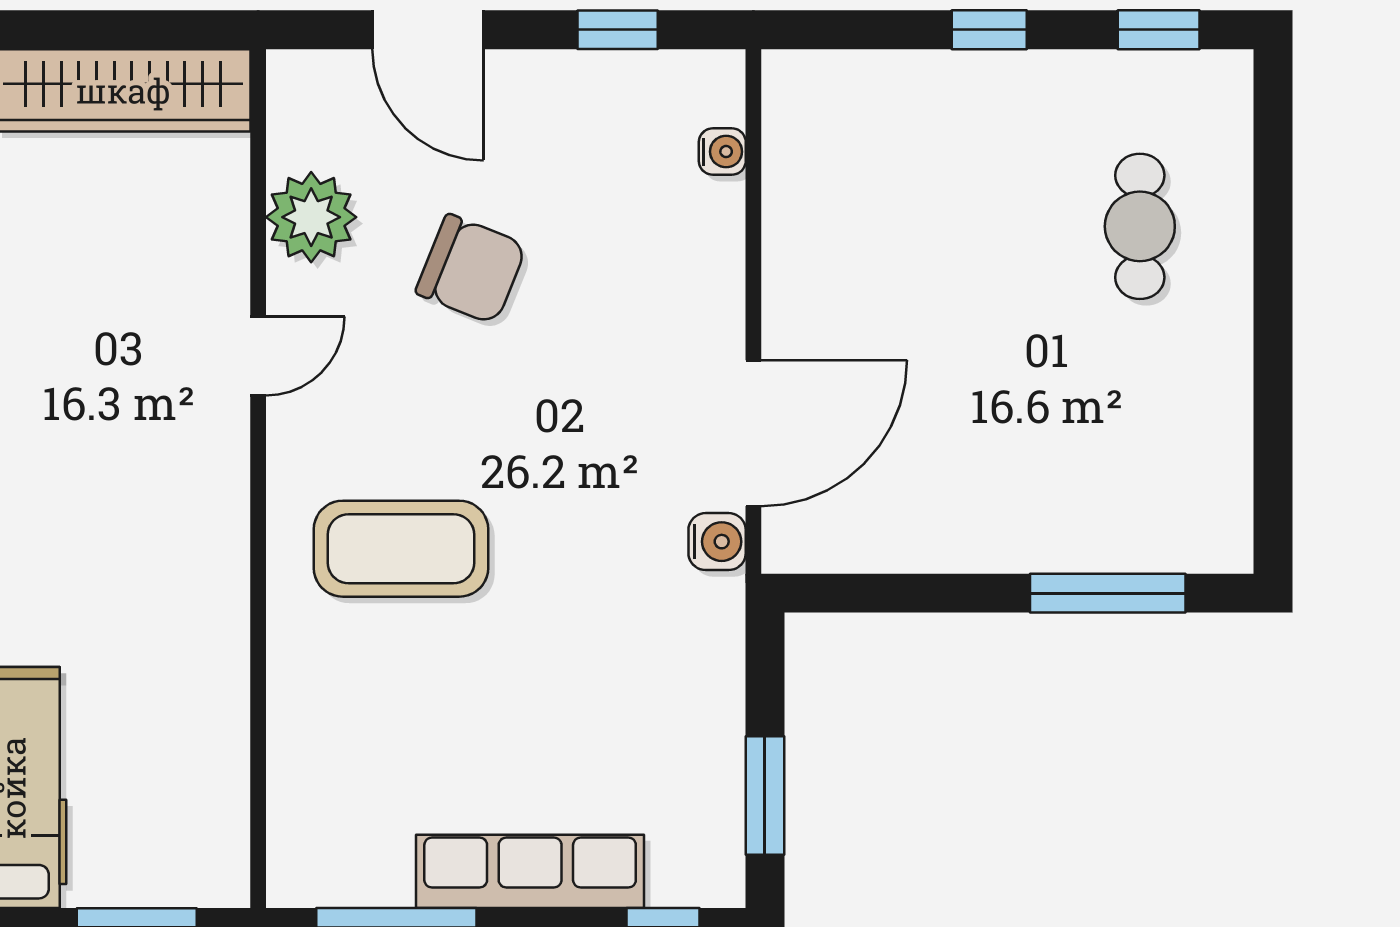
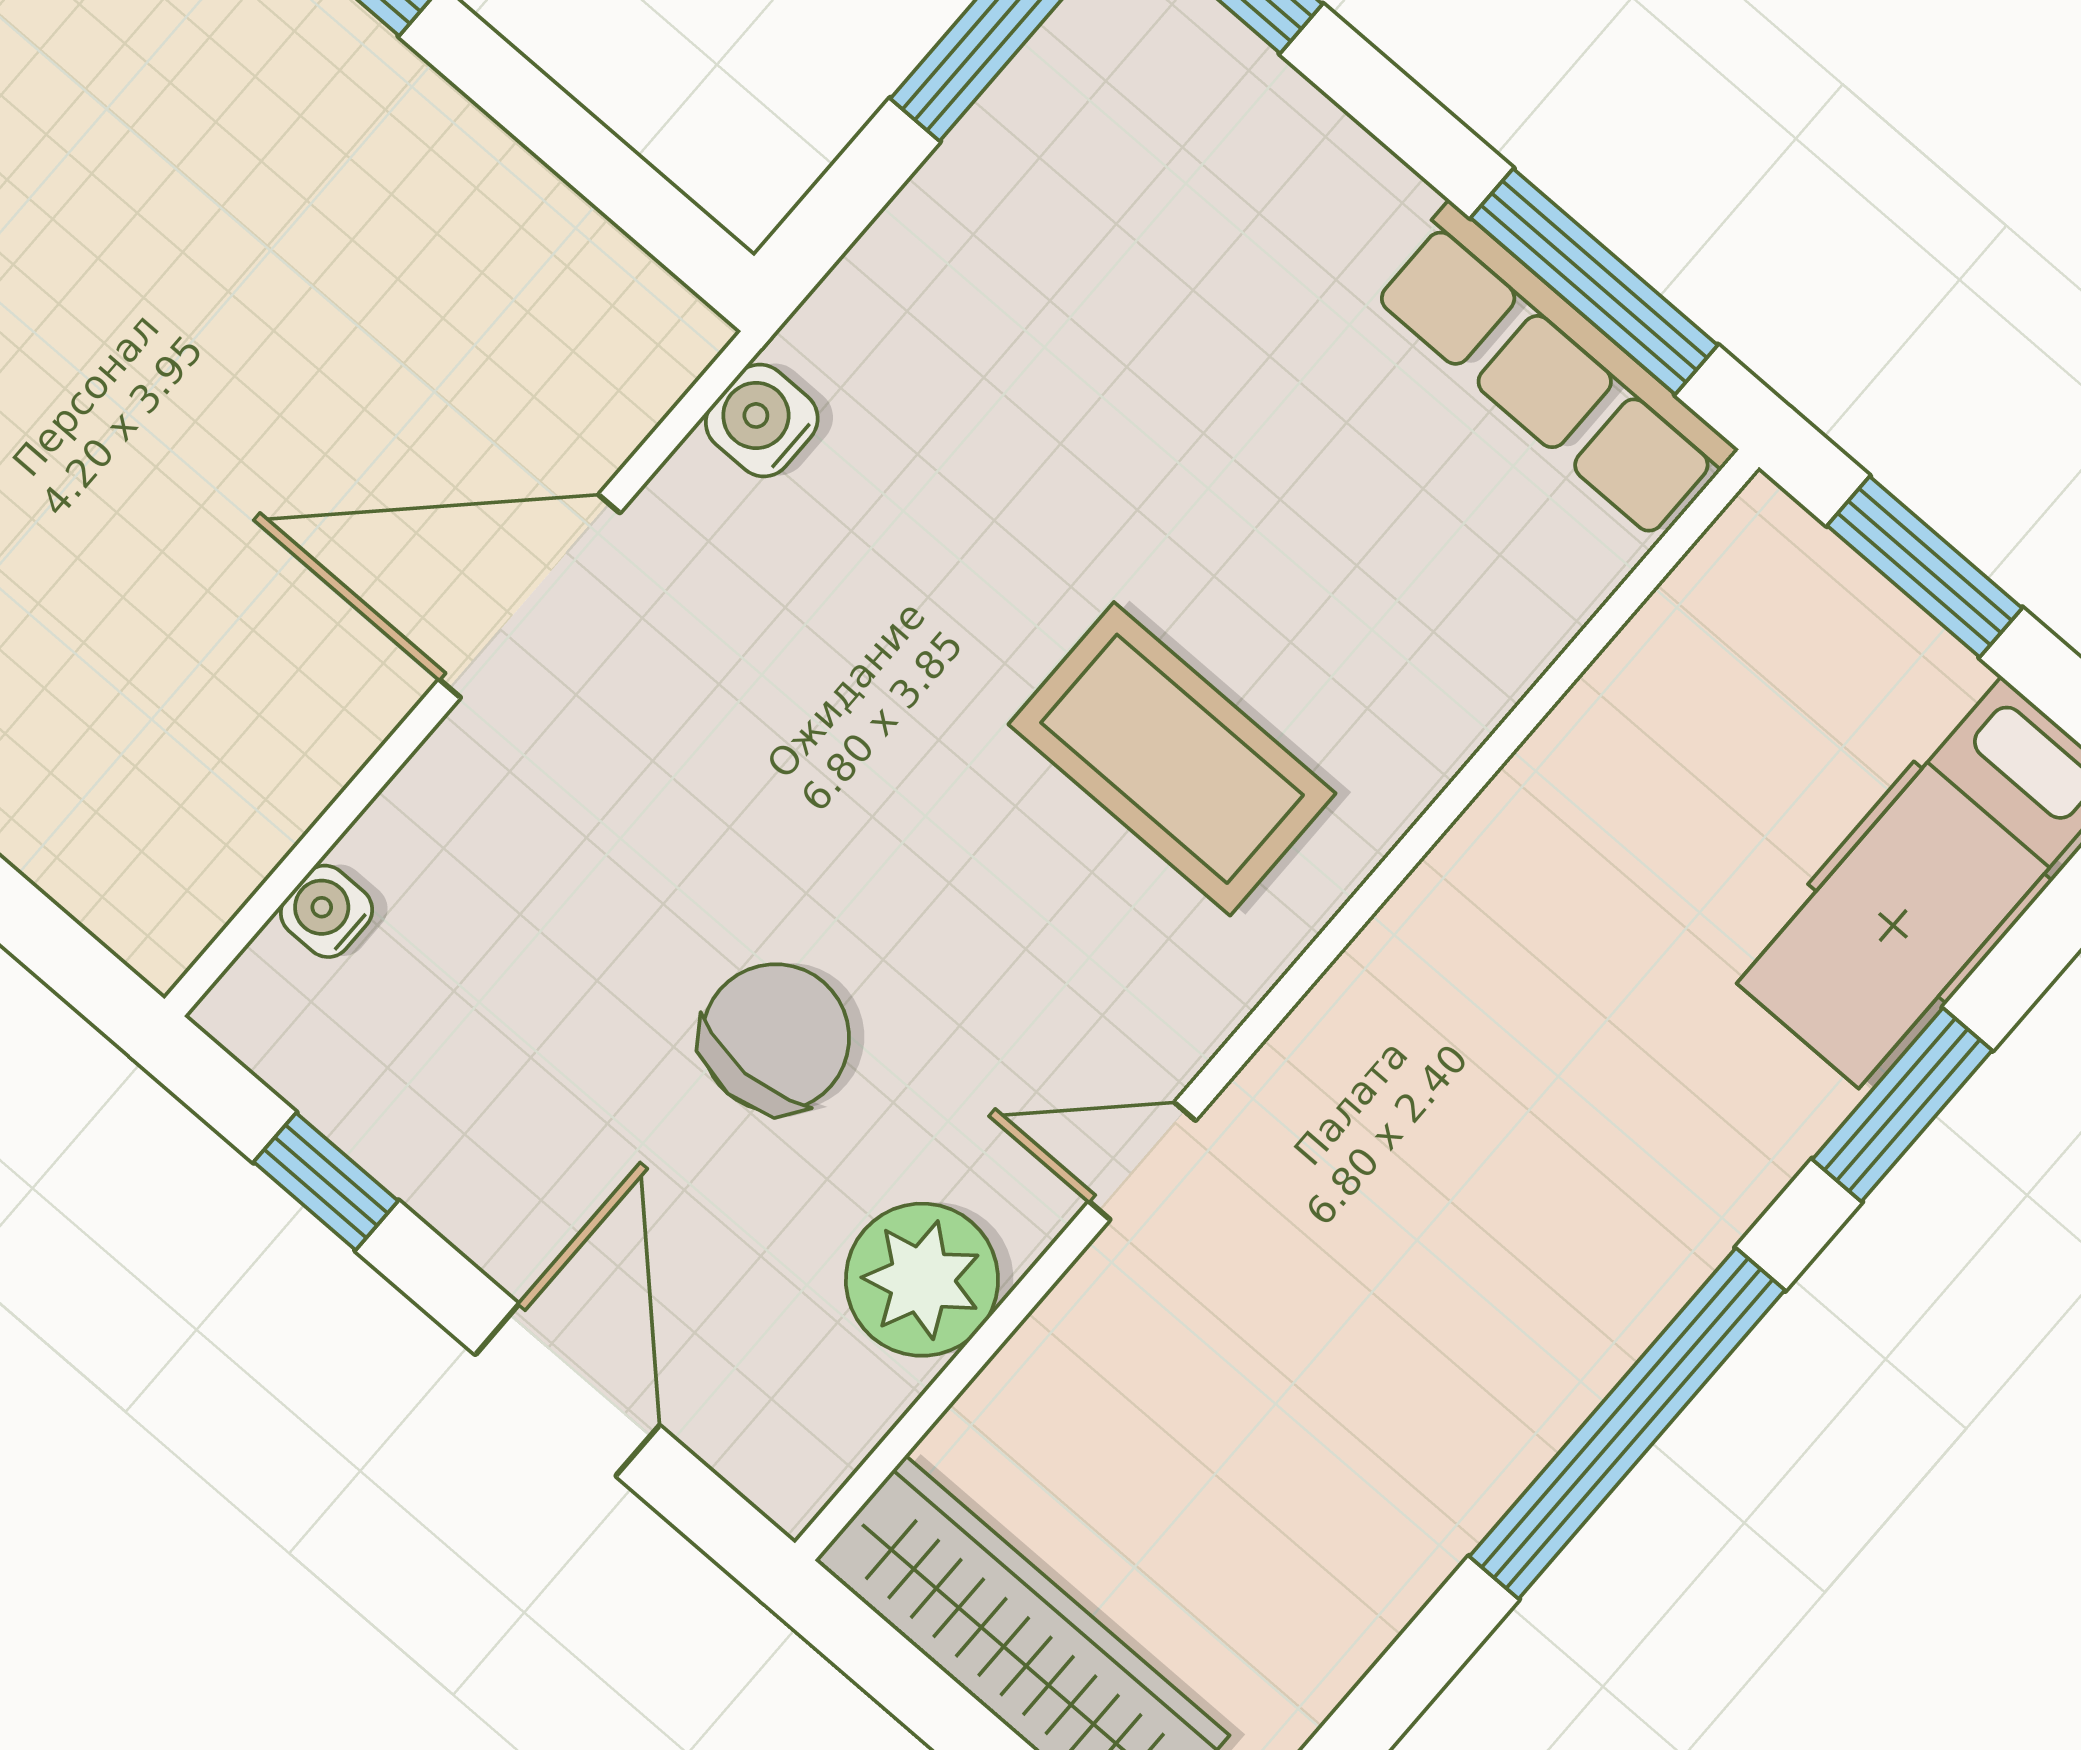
chair: (471, 269) -> (776, 1038), turned 68
door: (753, 433) -> (530, 596), moved
row of seats: (530, 871) -> (1554, 371), moved

